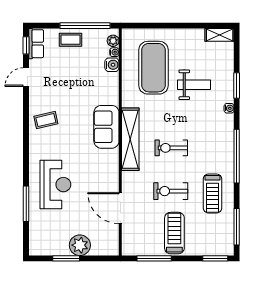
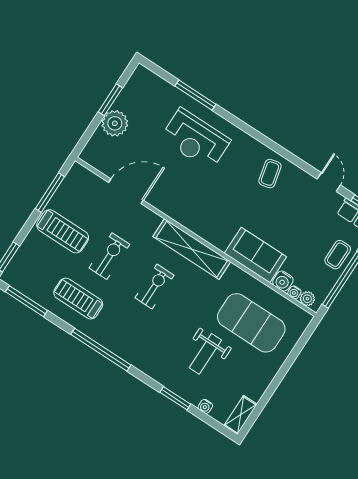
water cooler: (229, 108) -> (205, 406), moved
sofa: (106, 127) -> (255, 255), moved

